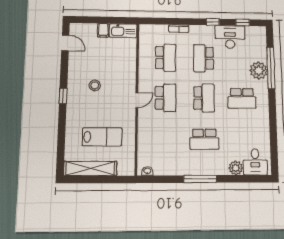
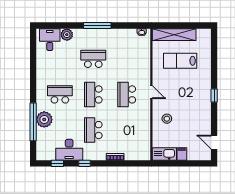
school desk: (166, 58) -> (127, 130), removed
school desk: (203, 58) -> (93, 130), turned 180
stool: (95, 85) -> (167, 119), moved
door: (137, 100) -> (151, 92), swing flipped
shelving: (90, 168) -> (174, 35), moved

